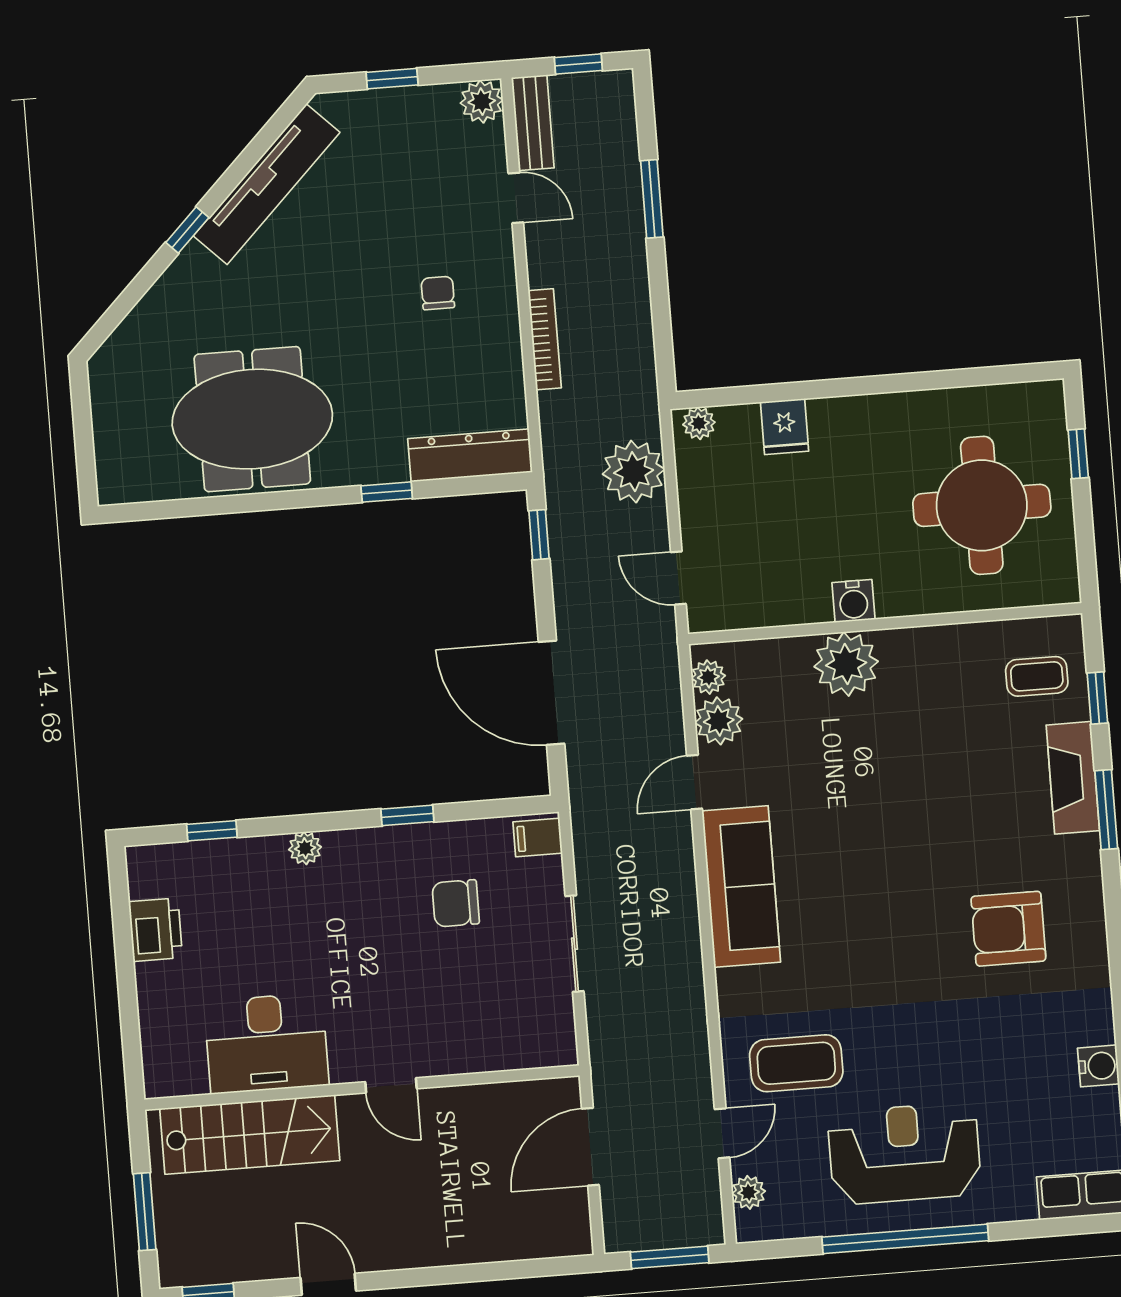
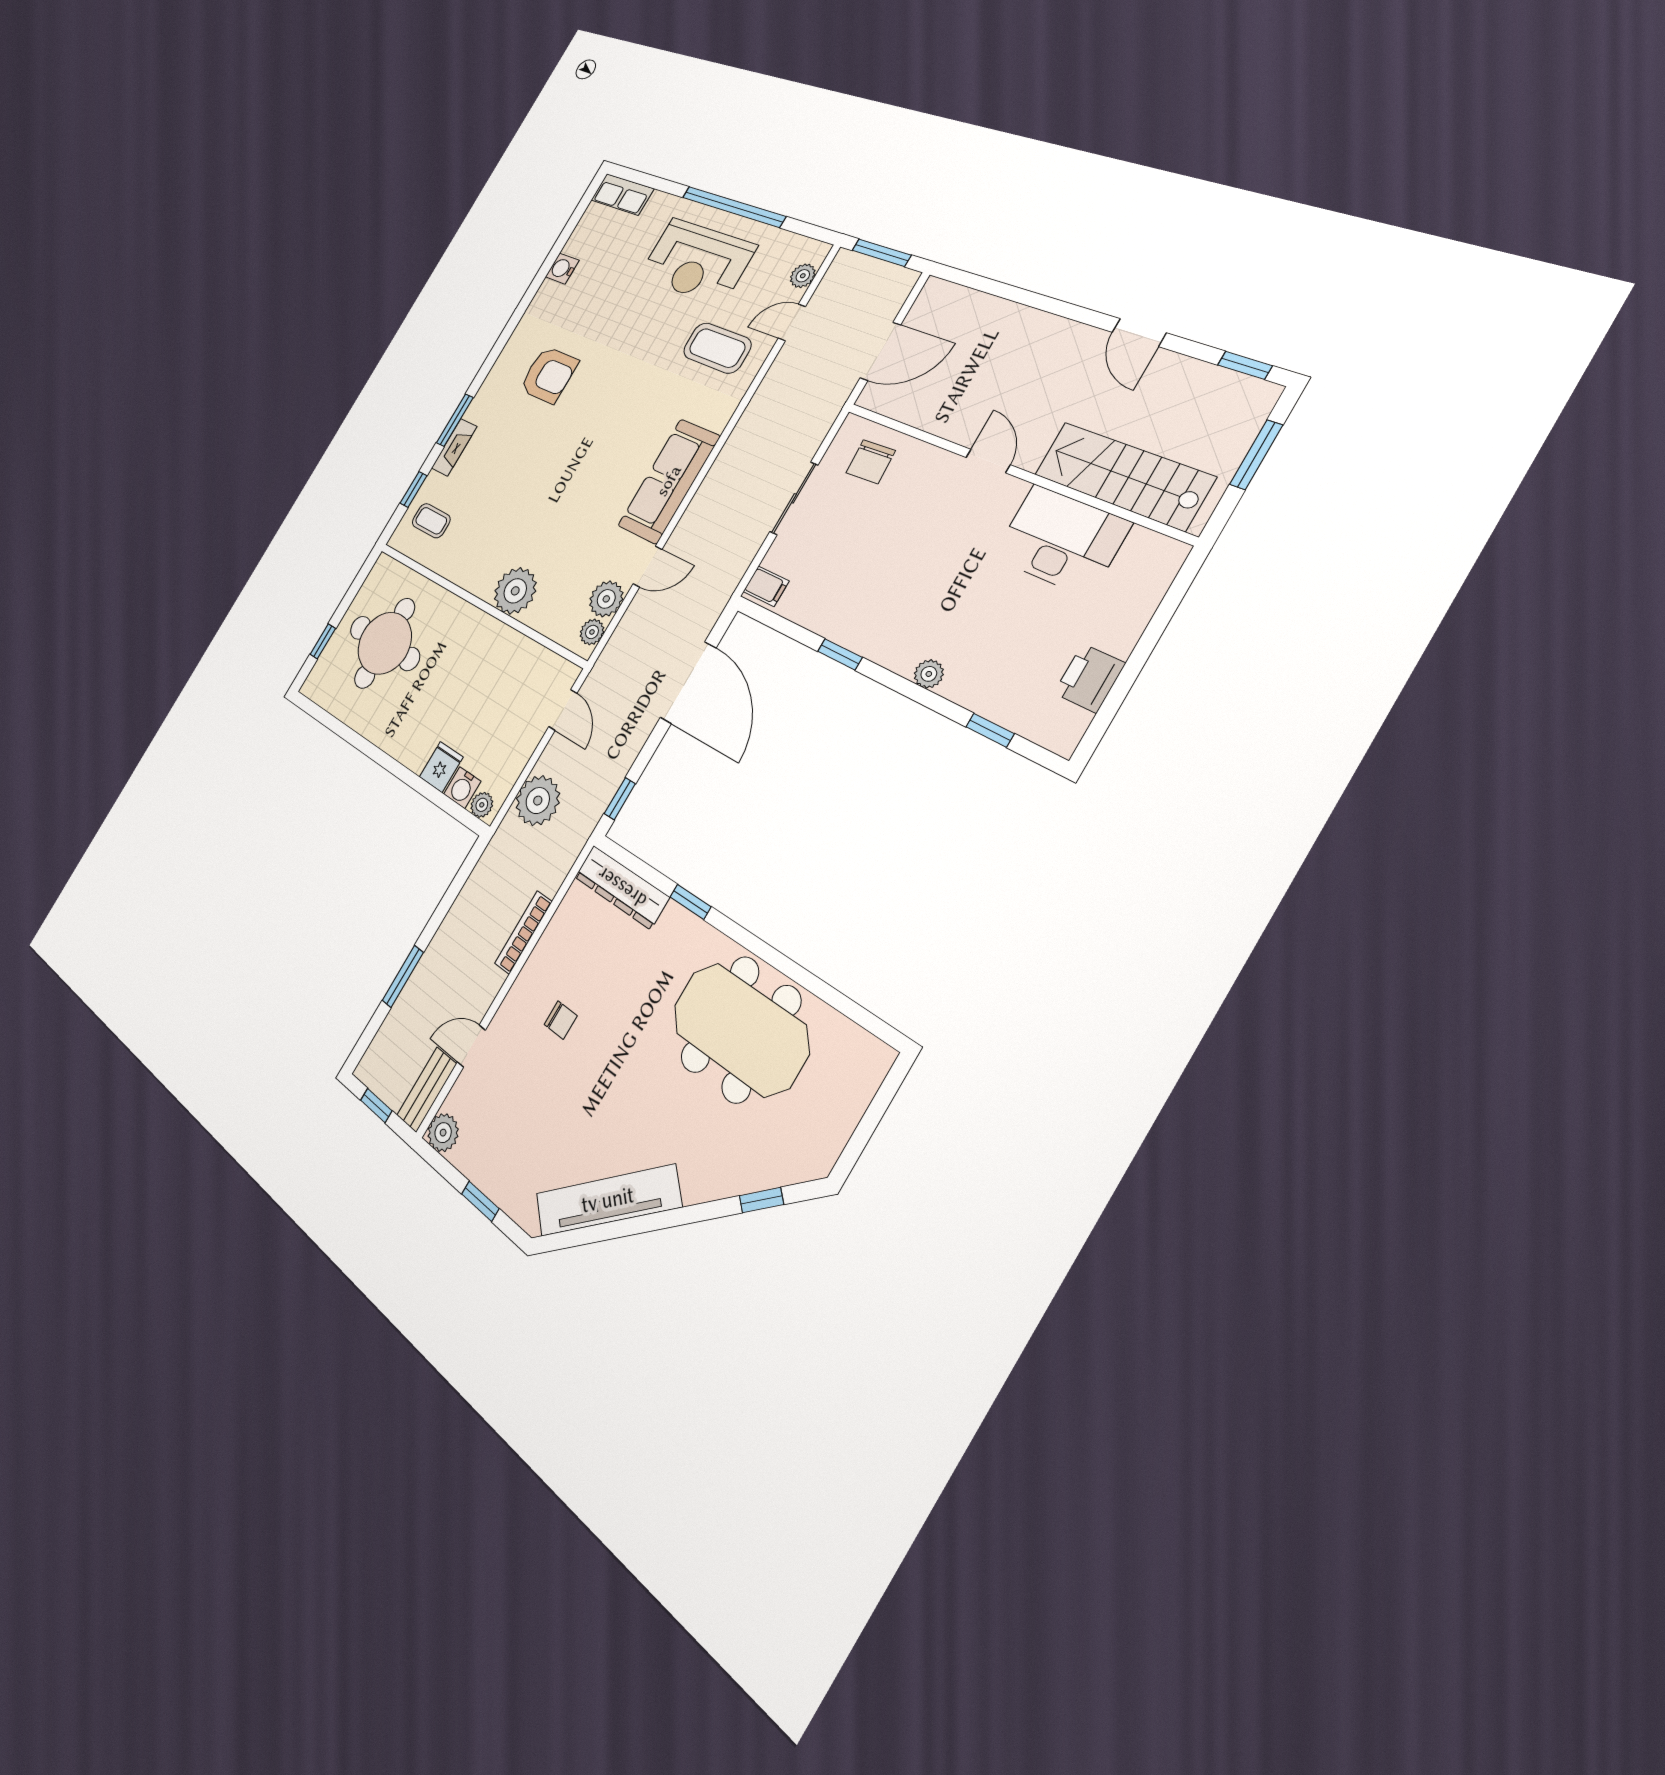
door: (516, 198) -> (471, 1046), hinge flipped
window: (187, 230) -> (761, 1200), moved
chair: (438, 293) -> (561, 1020), turned -90
water cooler: (854, 601) -> (462, 788), moved, turned 180
fireplace: (1073, 778) -> (454, 447), width x0.73, depth x0.76
chair: (456, 903) -> (871, 462), moved, turned 87

